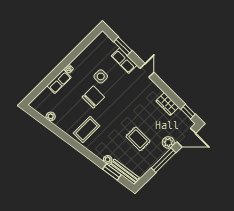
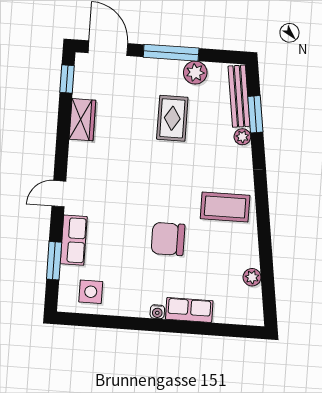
side table: (101, 76) -> (91, 292), moved
plant: (168, 142) -> (195, 73), moved

